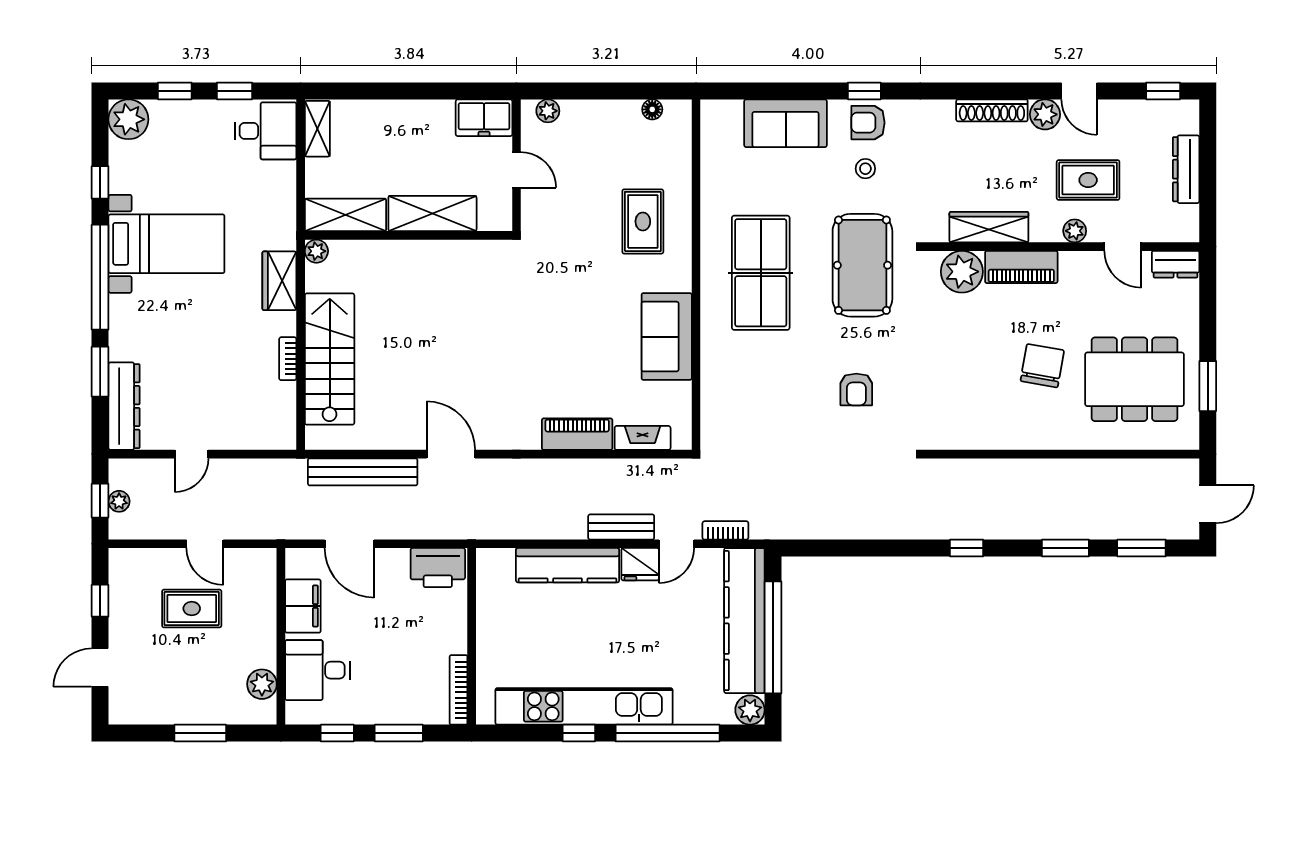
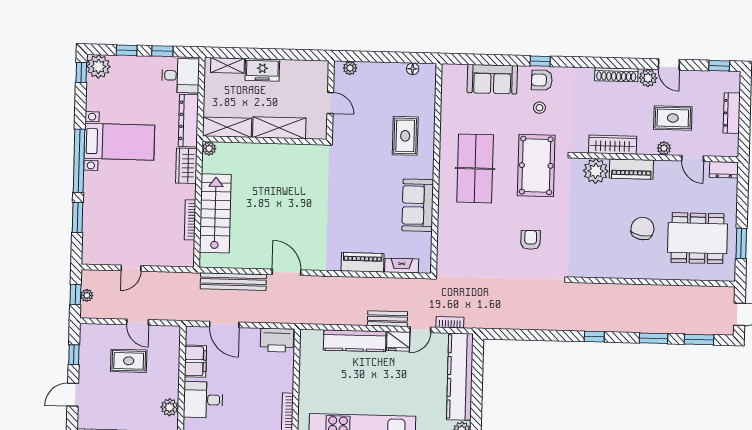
freezer: (484, 118) -> (262, 70), moved
shelving: (317, 129) -> (227, 65), moved, turned 90
window: (100, 182) -> (81, 72), moved
bookcase: (288, 359) -> (190, 220), width x1.56
armchair: (856, 389) -> (531, 240), turned 180
dresser: (124, 406) -> (188, 121), moved, turned 180
window: (773, 637) -> (477, 387), removed

